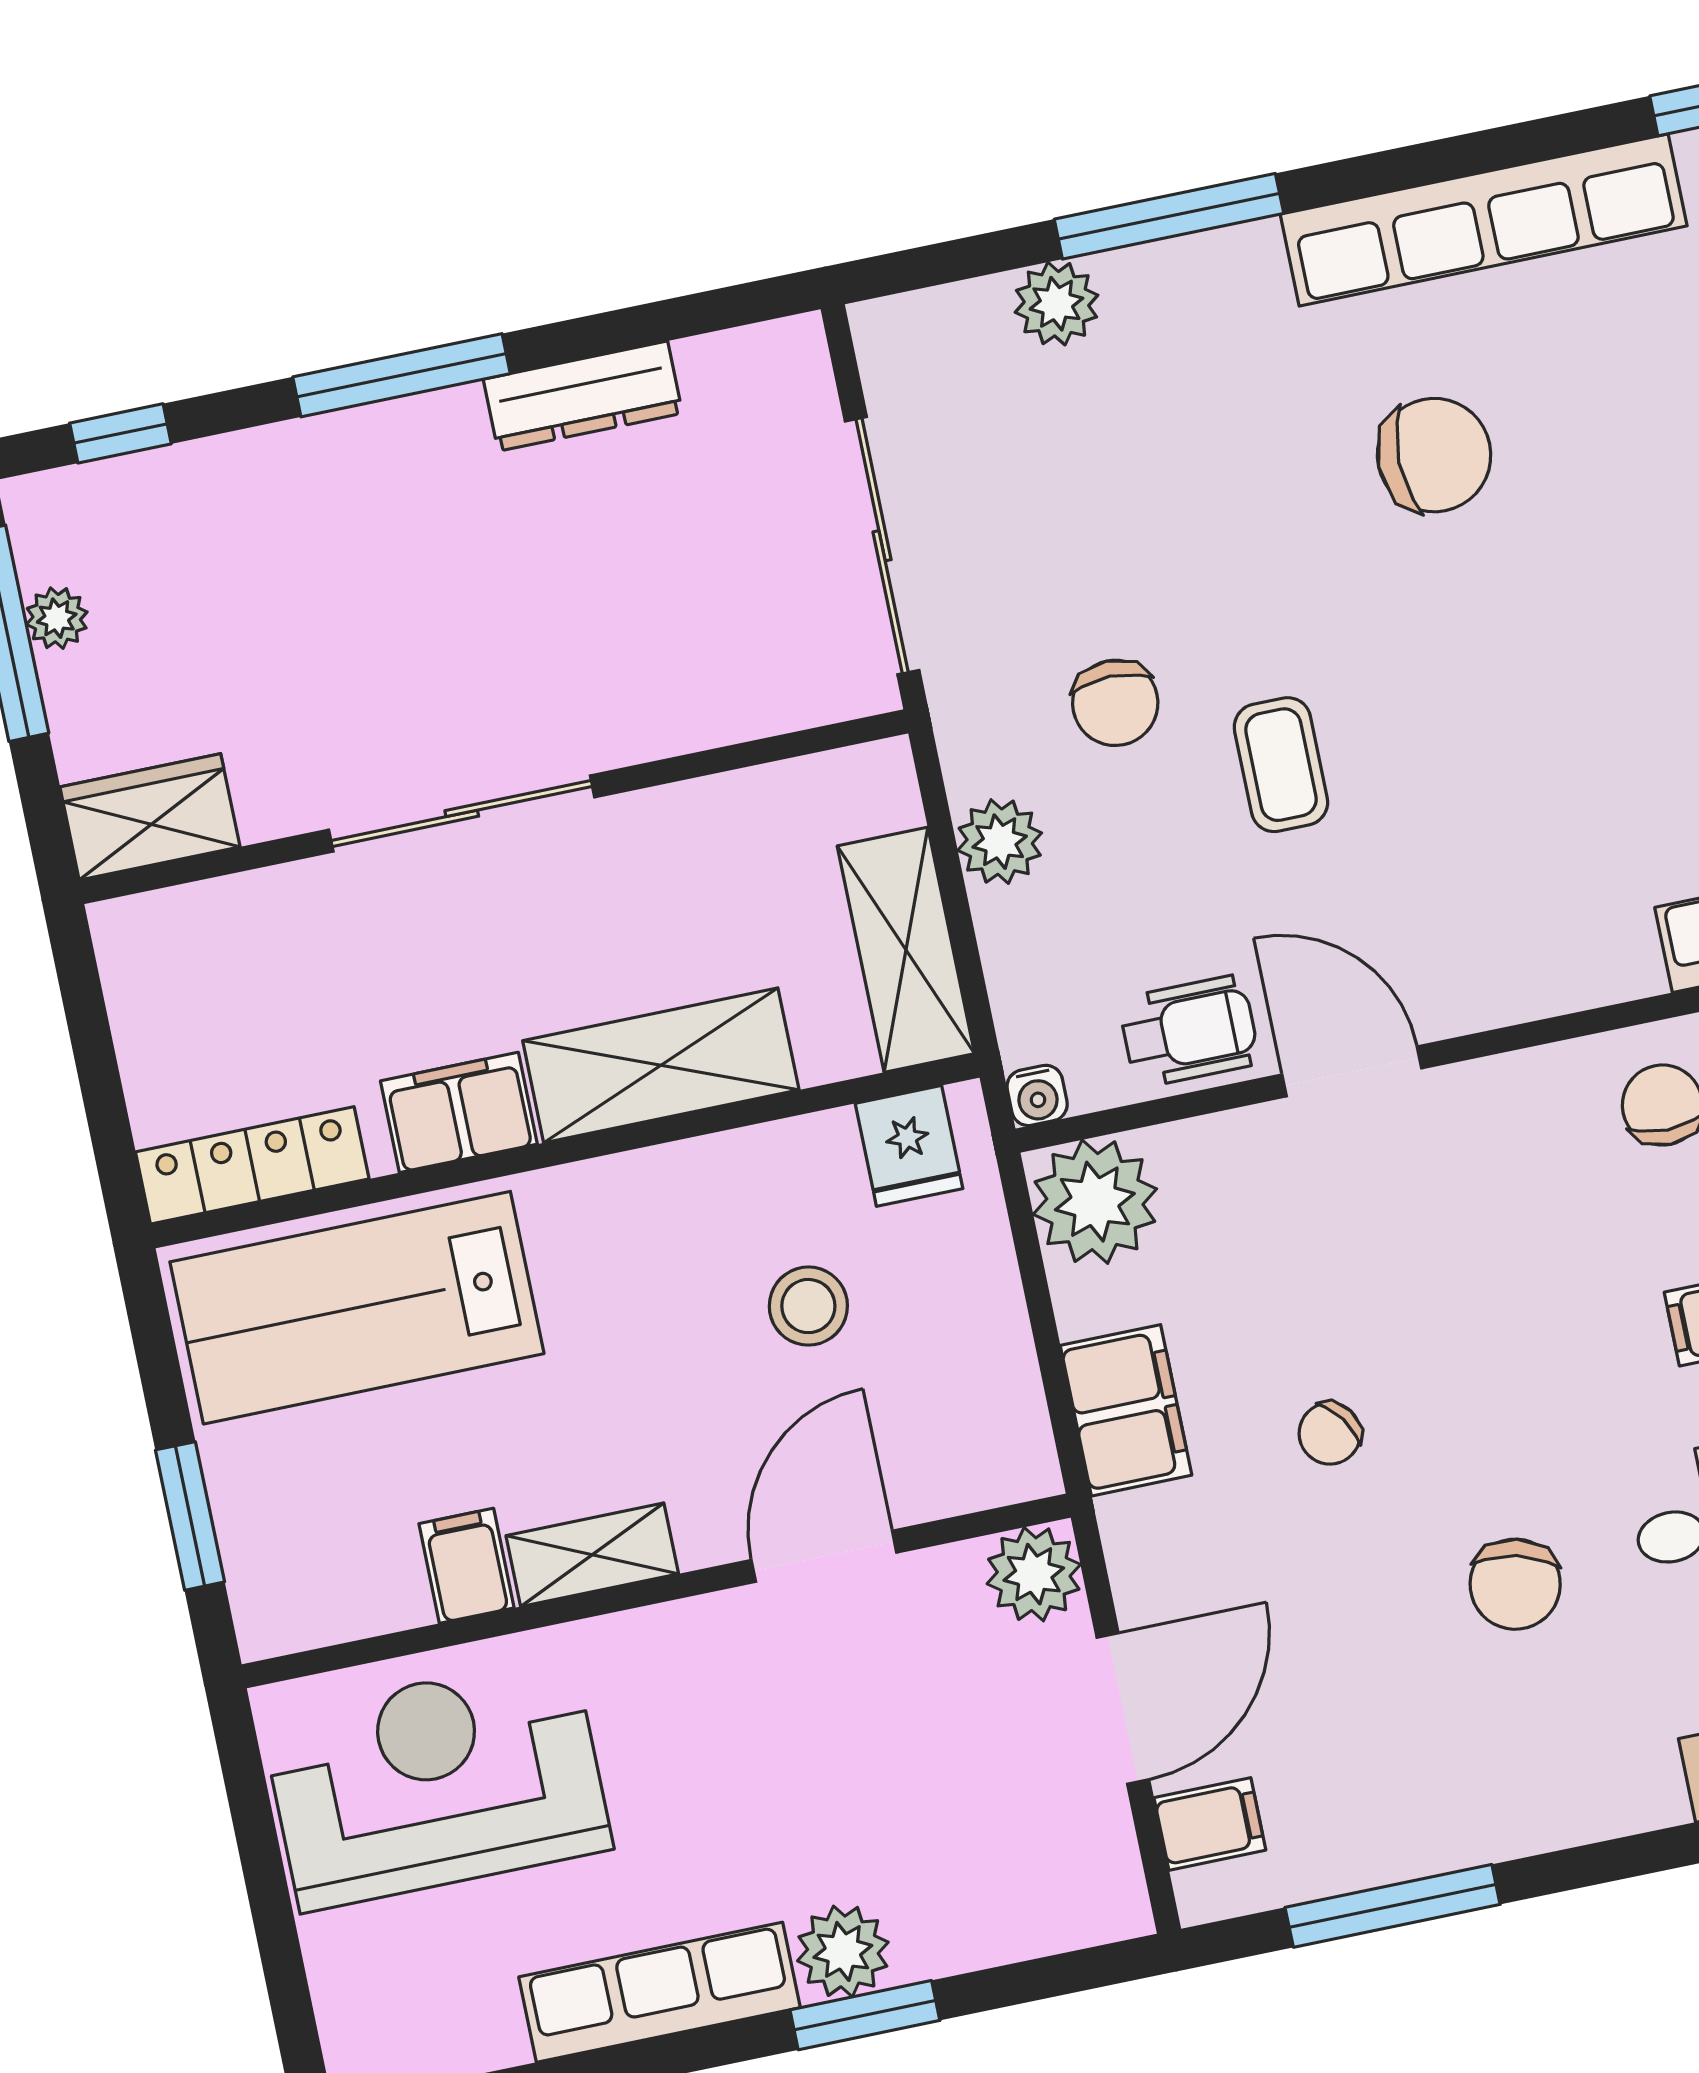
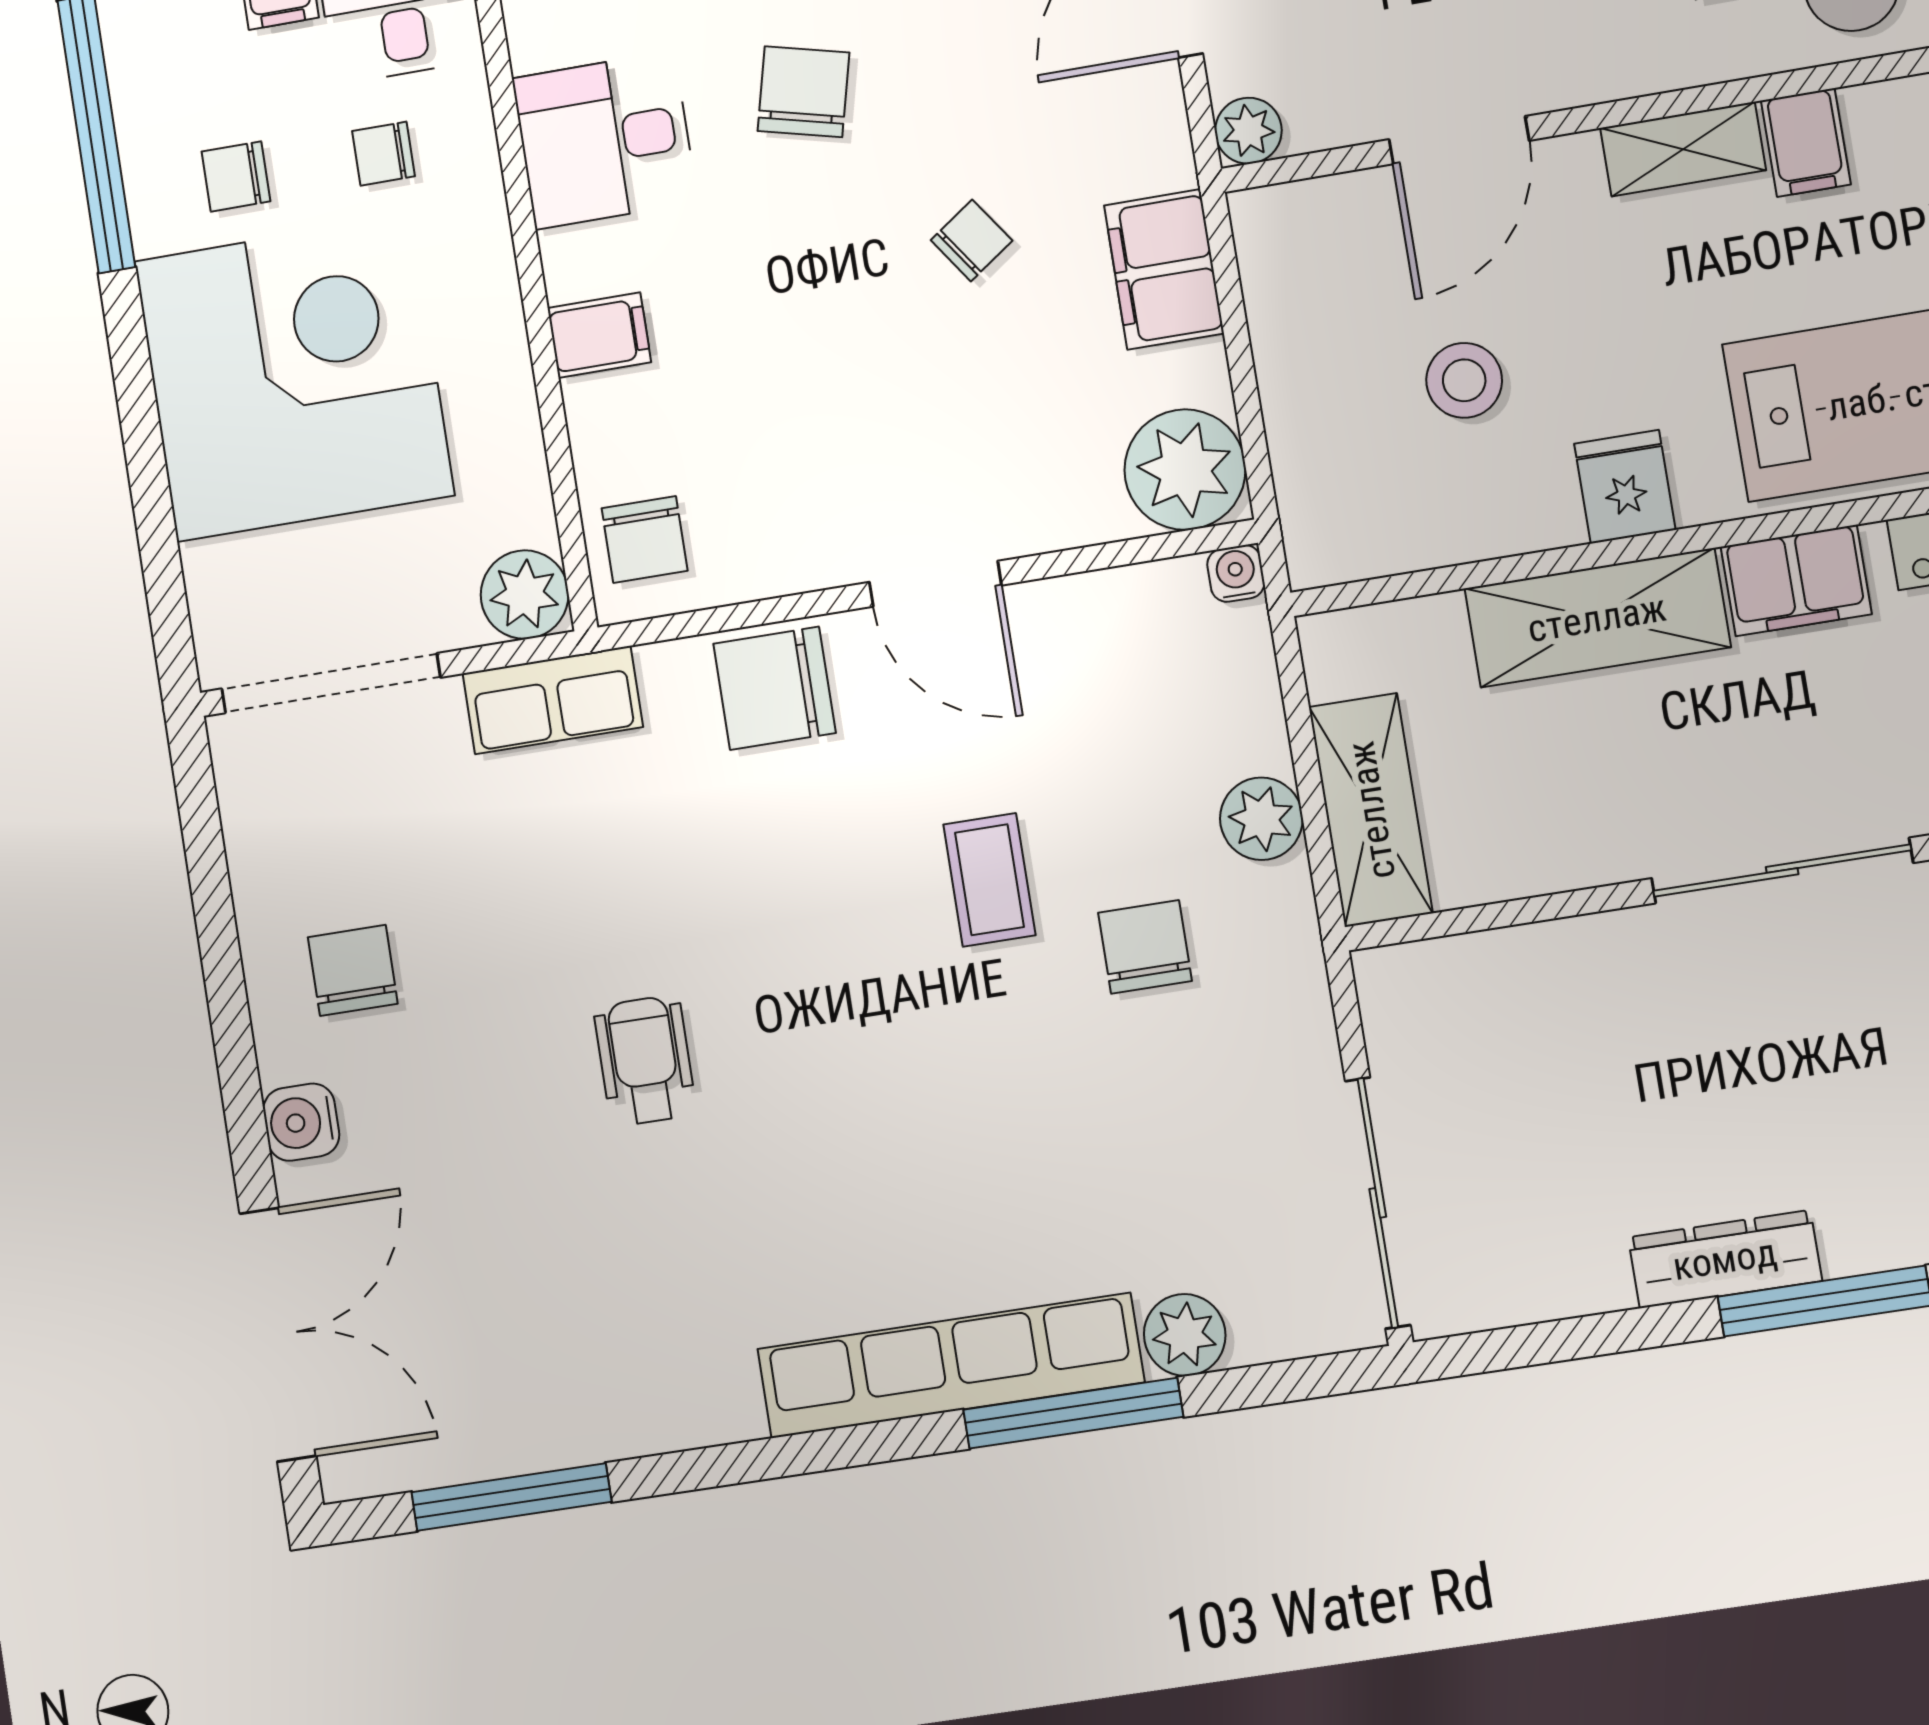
row of seats: (1484, 220) -> (950, 1366), moved
dresser: (583, 396) -> (1725, 1259), moved
chair: (1434, 455) -> (775, 688), moved
sliding door: (882, 546) -> (1378, 1203), moved
shelving: (906, 950) -> (1371, 810), moved
wheelchair: (1189, 1031) -> (645, 1060), moved, turned 90
fridge: (909, 1146) -> (1625, 487), moved
plant: (1034, 1574) -> (1248, 131), width x0.73, depth x0.73

